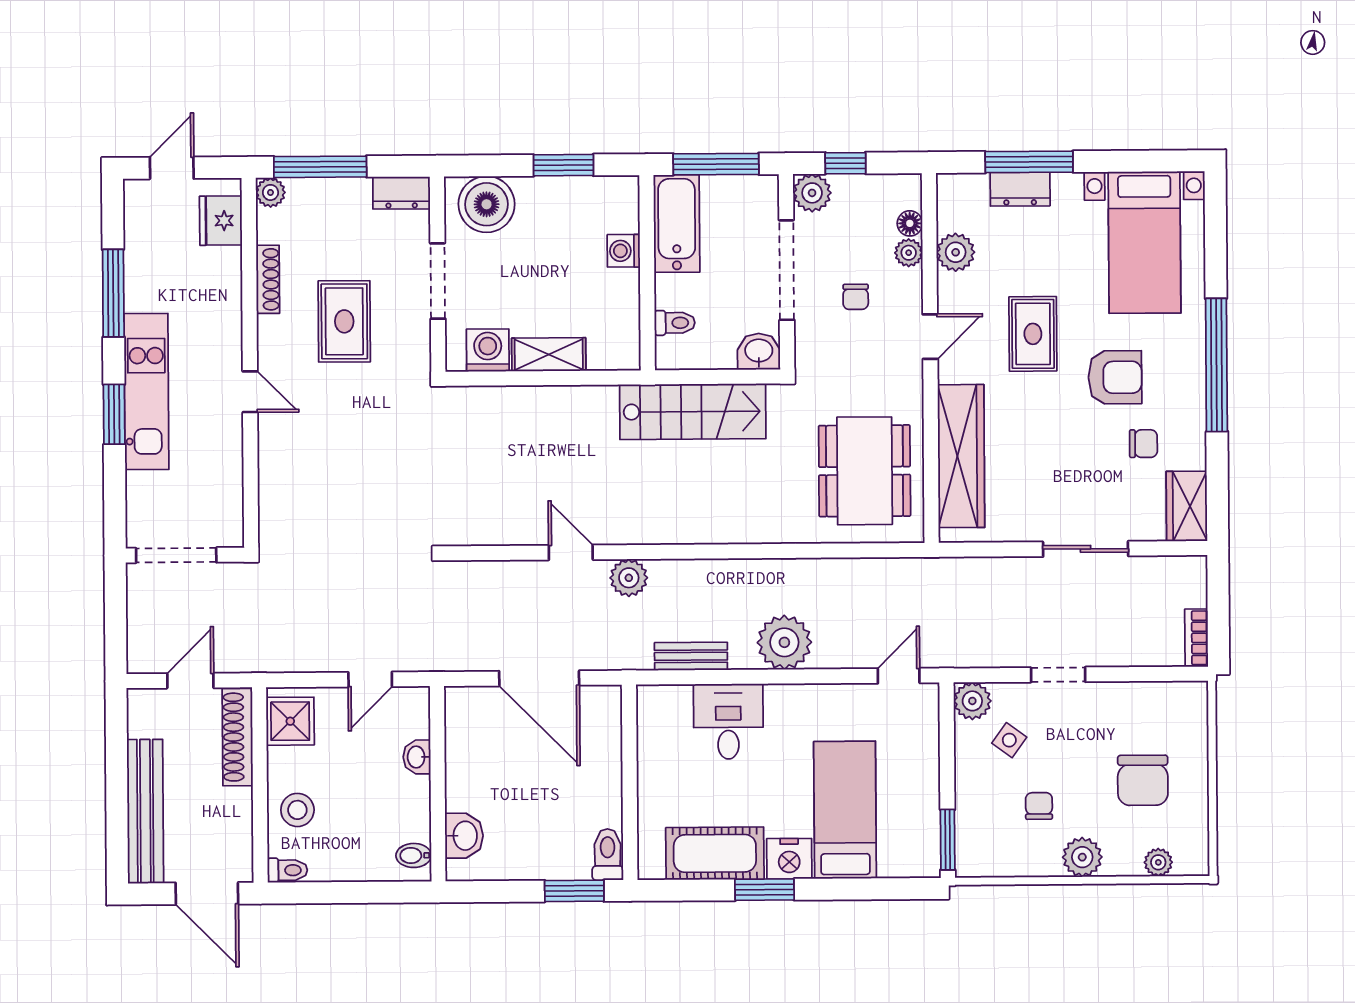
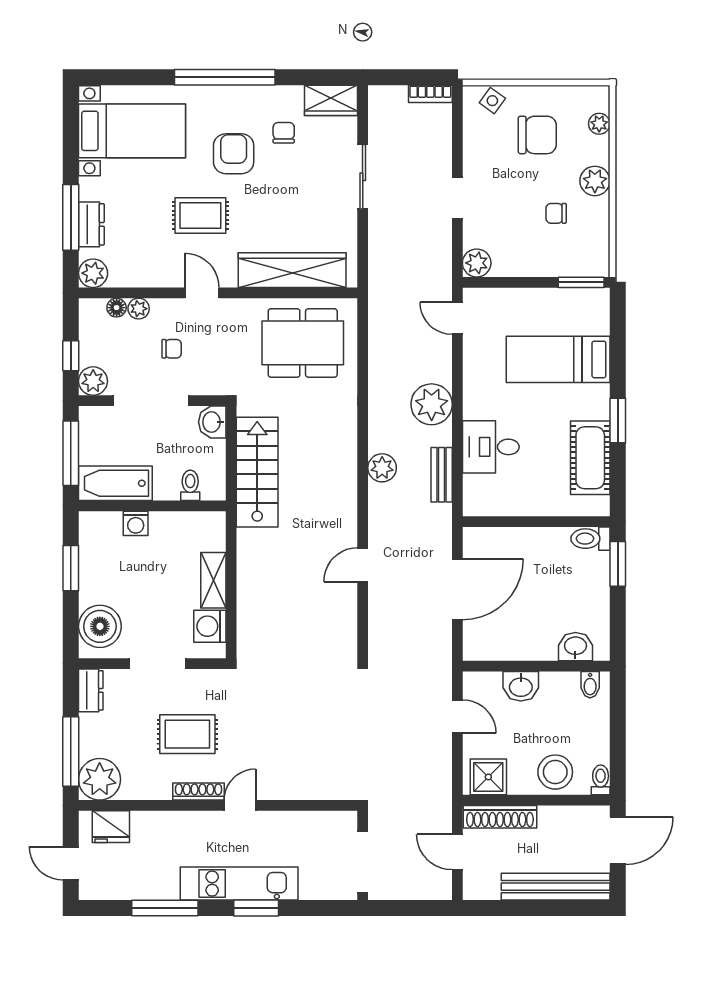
plant: (270, 192) -> (100, 779), width x1.88, depth x1.88
plant: (956, 252) -> (93, 273), moved
shoe rack: (268, 279) -> (199, 792), moved
plant: (629, 578) -> (382, 468), moved
side table: (1009, 740) -> (492, 101), moved
washbasin: (417, 757) -> (521, 686), width x1.38, depth x1.45
stool: (297, 810) -> (555, 772), width x1.38, depth x1.38
nightstand: (789, 859) -> (595, 402), removed

